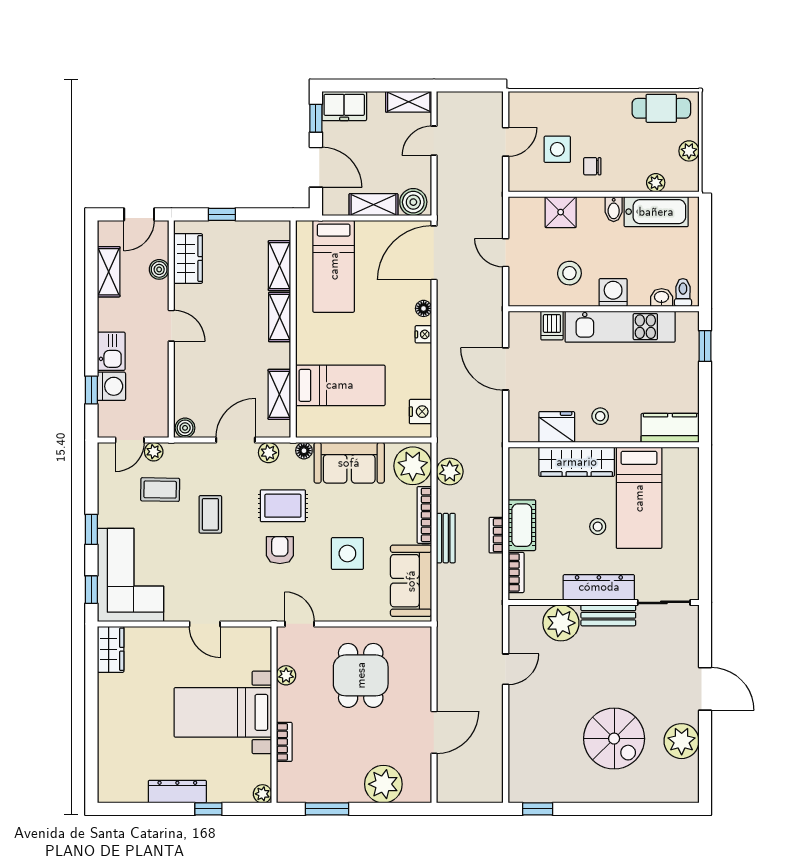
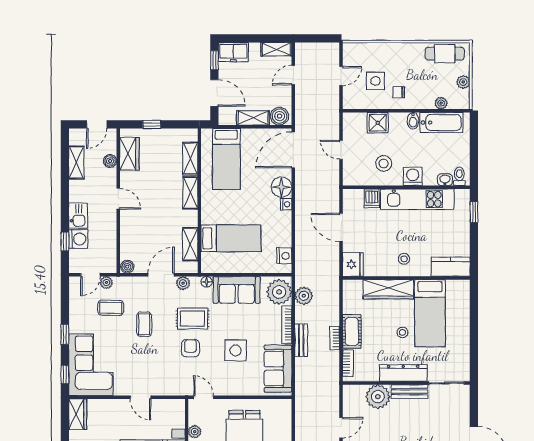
floor lamp: (424, 308) -> (282, 187), width x1.89, depth x1.89
fridge: (557, 427) -> (353, 264), moved, turned 90

